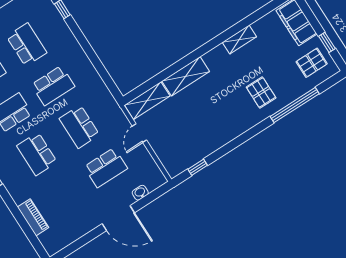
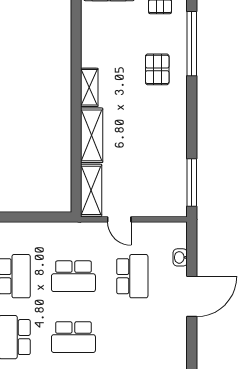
shelving: (239, 40) -> (89, 87), moved
pallet: (261, 92) -> (157, 69), turned 90
window: (198, 167) -> (192, 183), width x2.17

